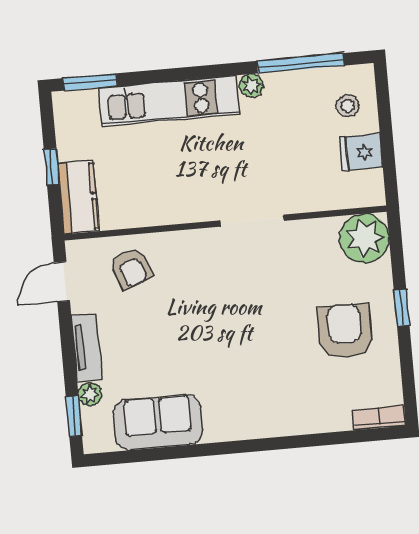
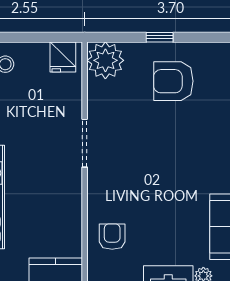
fridge: (361, 152) -> (63, 57), moved
armchair: (131, 268) -> (112, 237), turned -69

